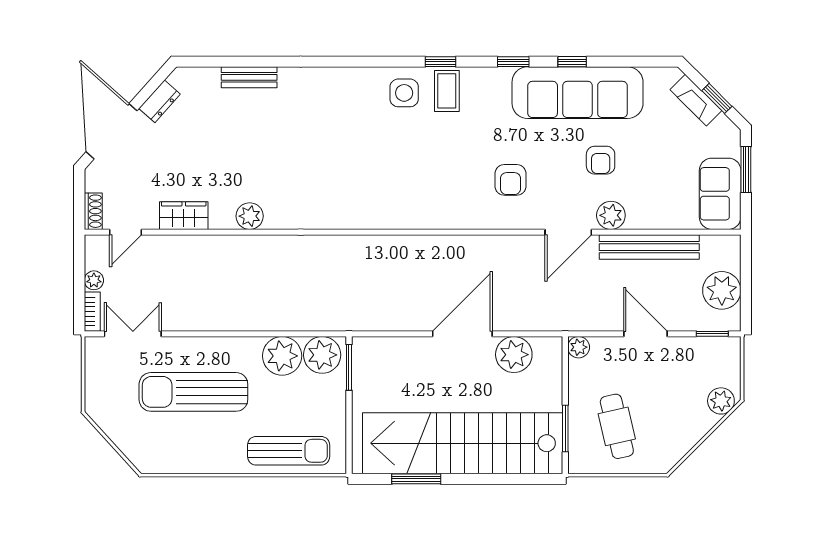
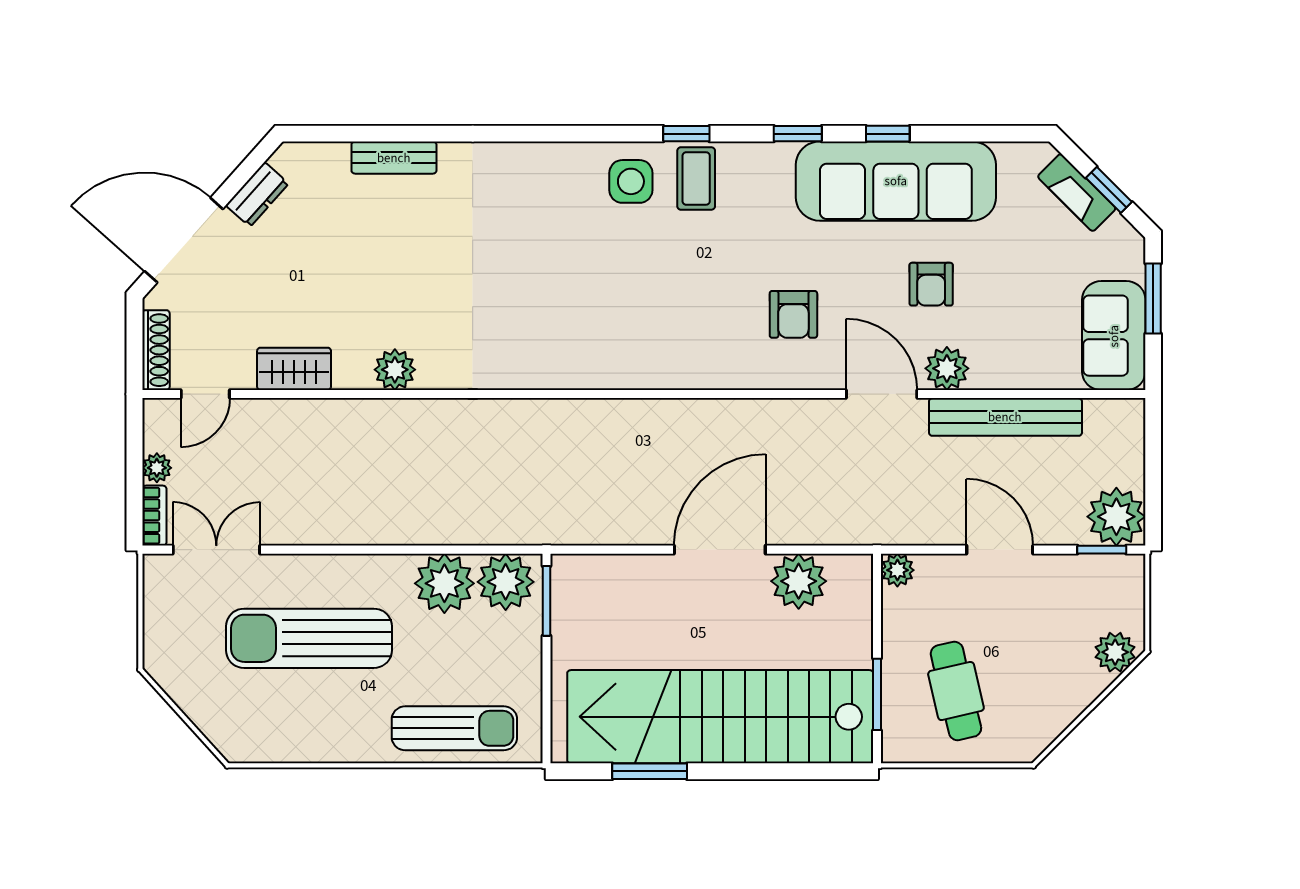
door: (112, 131) -> (184, 240), hinge flipped
shoe rack: (93, 211) -> (156, 350), width x1.43
door: (568, 232) -> (882, 394), swing flipped
plant: (722, 290) -> (1116, 517), moved

